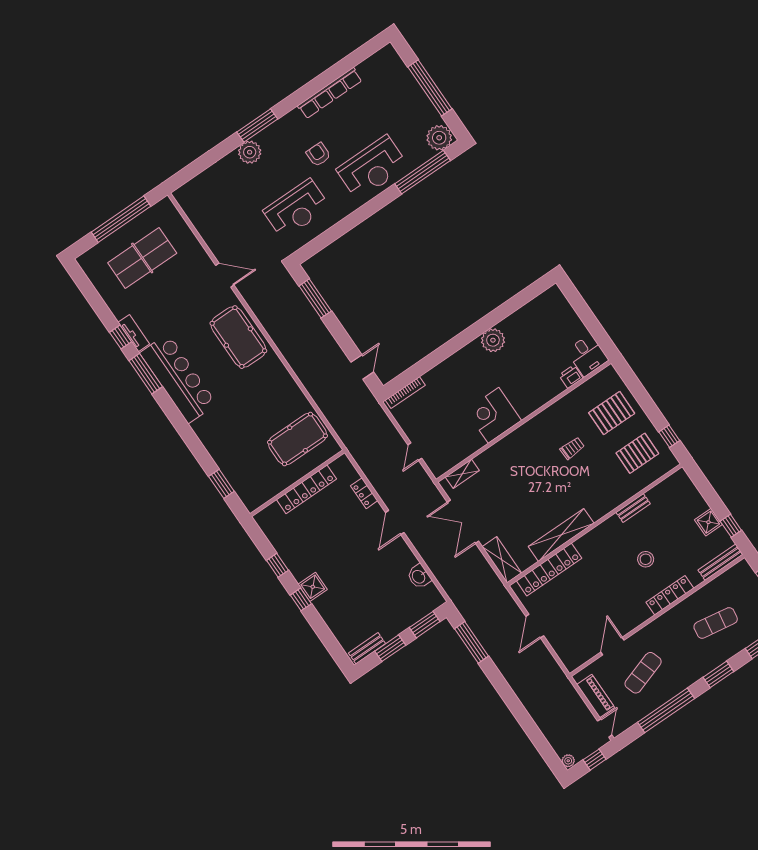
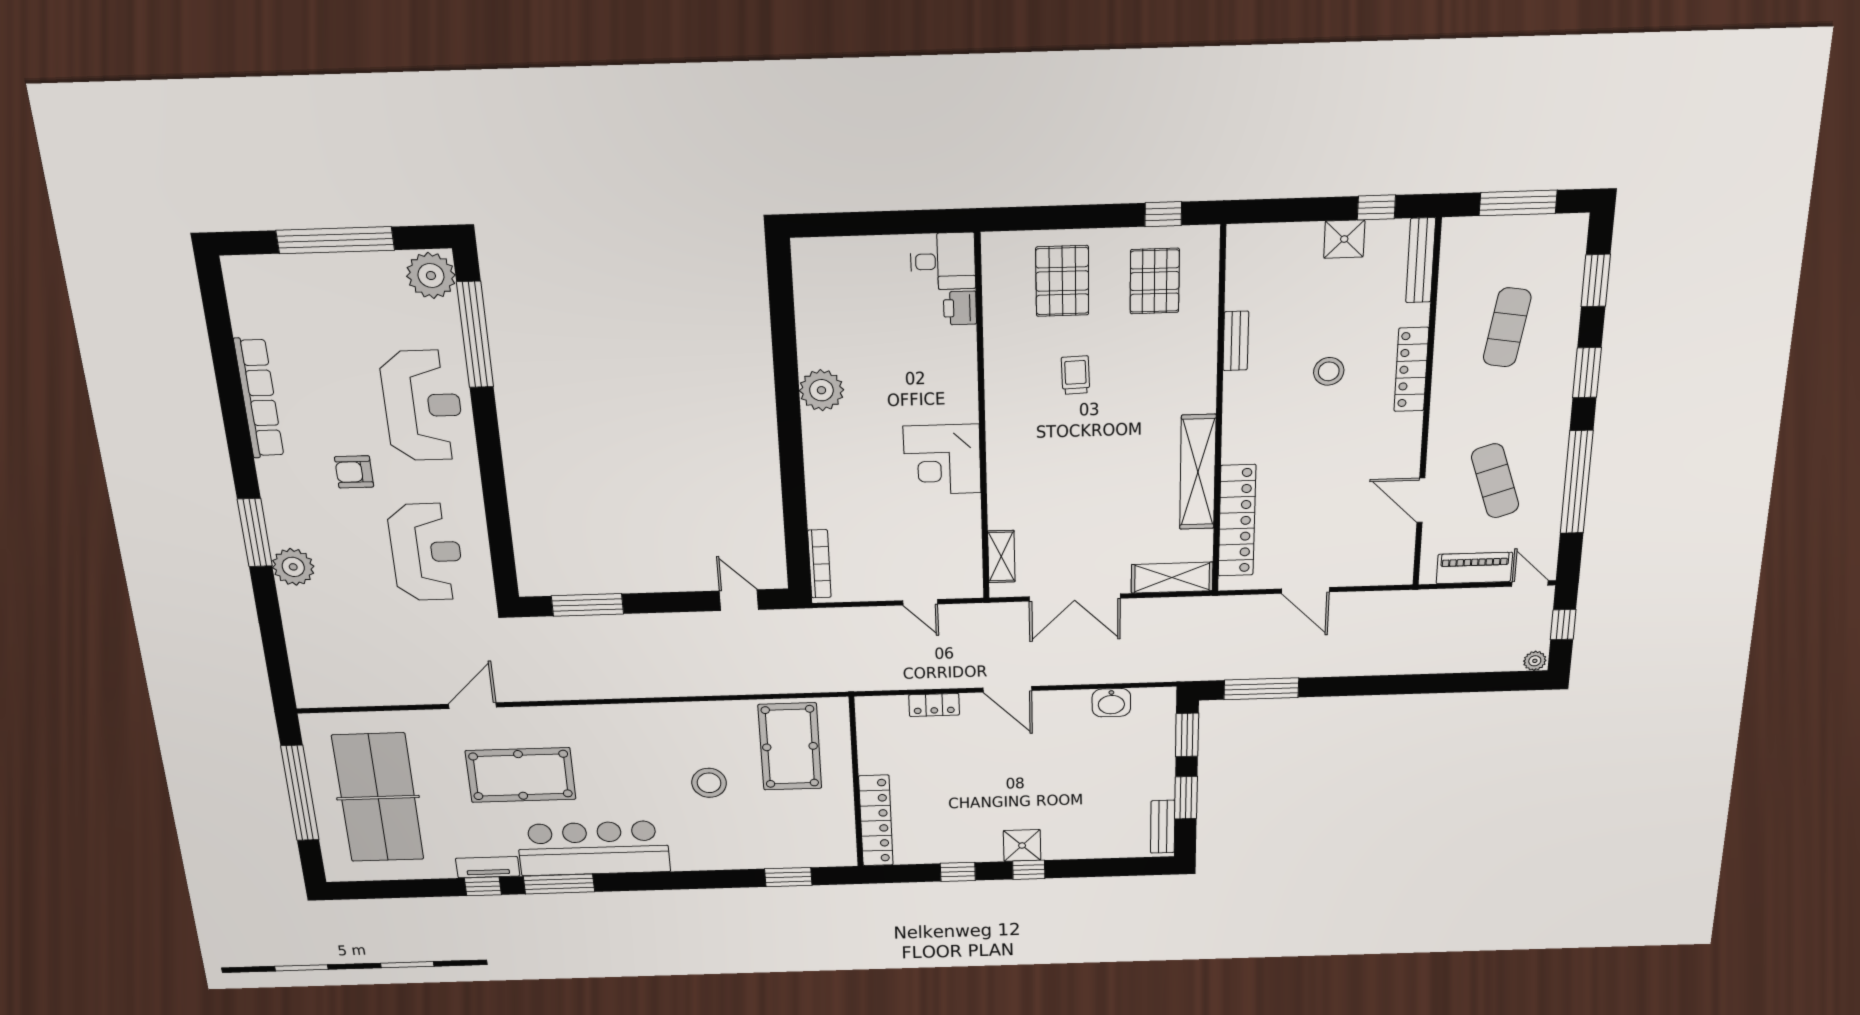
table tennis table: (142, 258) -> (378, 798), width x1.36, depth x1.32
pool table: (238, 337) -> (521, 775), moved
stool: (252, 413) -> (709, 783), added
locker: (307, 489) -> (876, 821), moved

